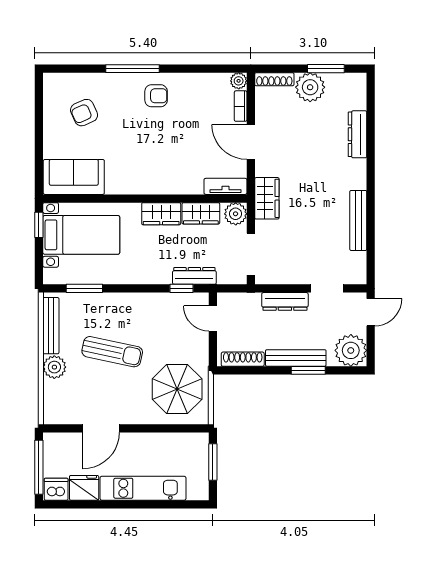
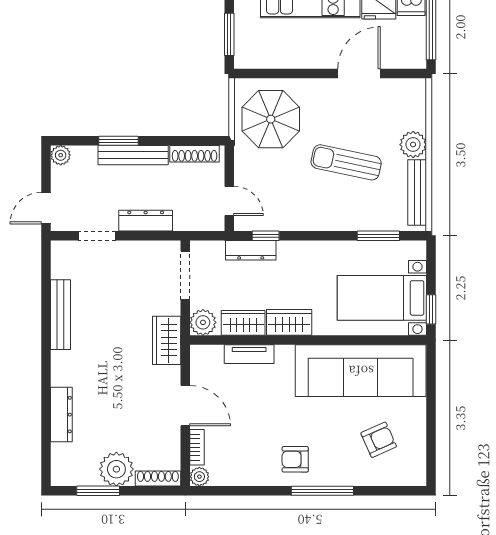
sofa: (74, 177) -> (361, 371), width x1.85, depth x1.27
tv unit: (225, 186) -> (249, 354), moved
plant: (351, 350) -> (61, 155), width x0.53, depth x0.53

